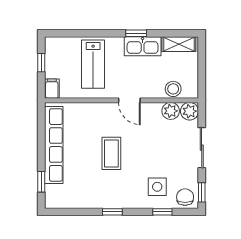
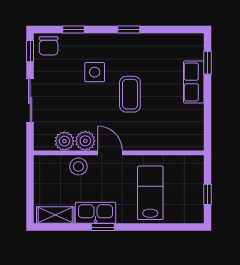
filing cabinet: (52, 89) -> (196, 166), removed
stool: (173, 89) -> (78, 166), moved
plant: (190, 111) -> (85, 141), moved
row of seats: (54, 145) -> (194, 82), width x0.50
side table: (157, 187) -> (95, 72), moved

